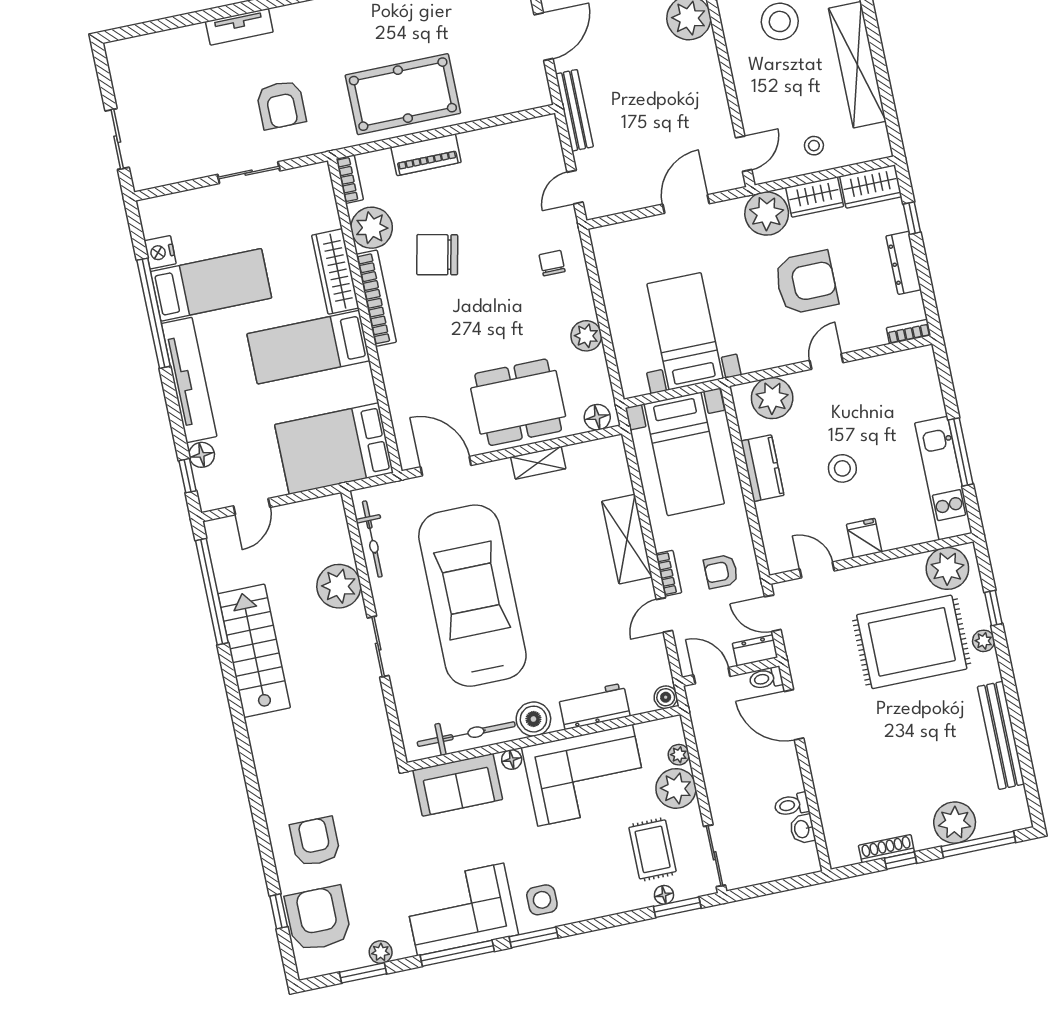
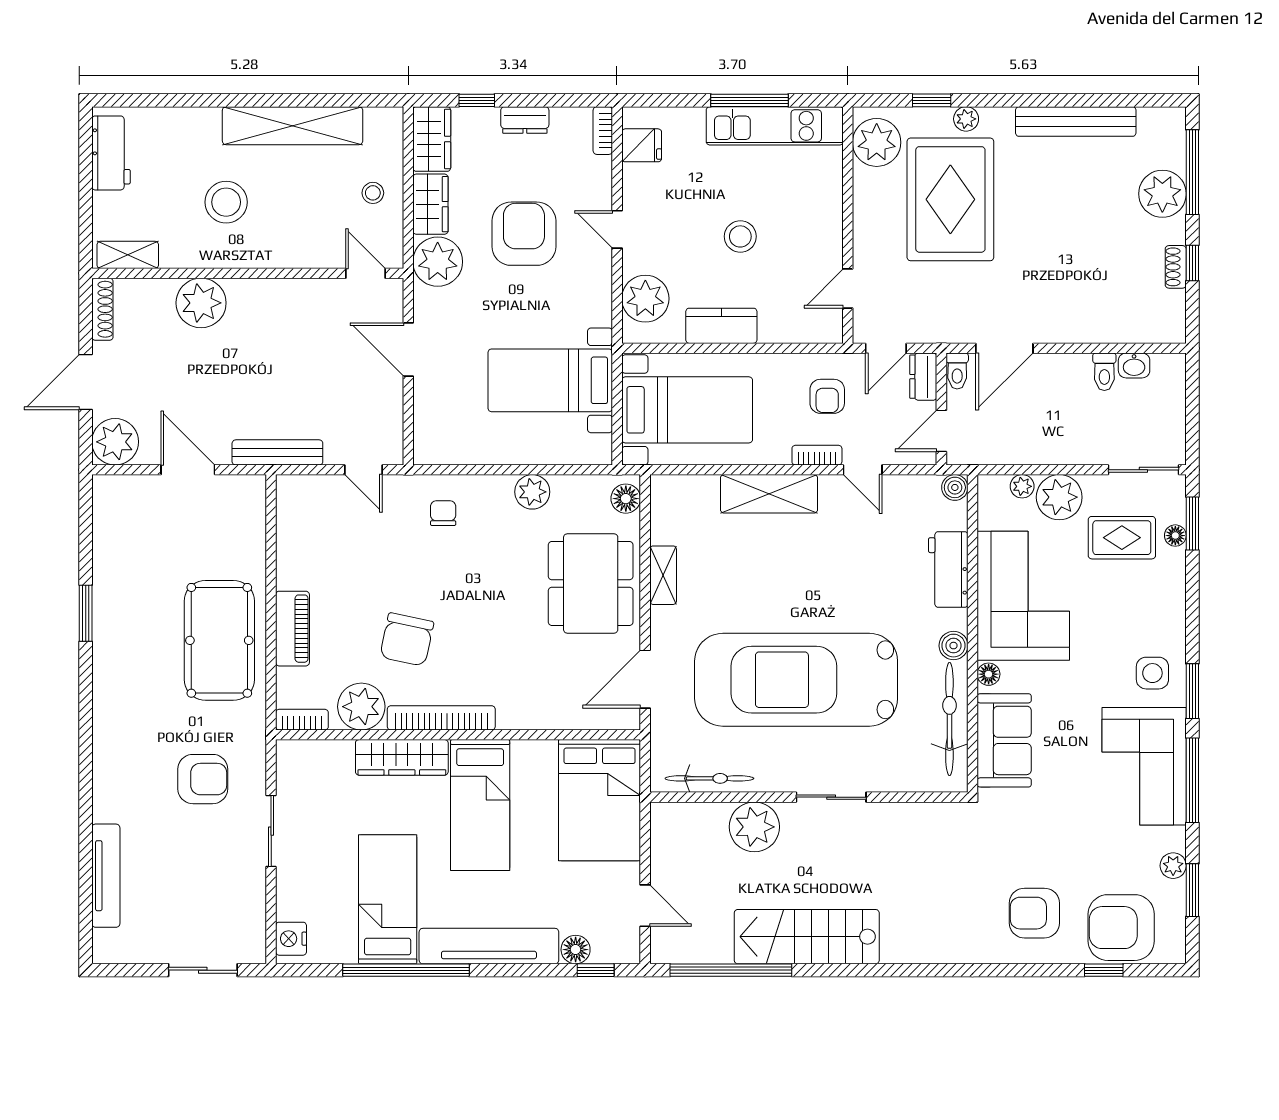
tv unit: (239, 27) -> (106, 876), moved, width x1.41
nightstand: (160, 252) -> (291, 939), moved, turned 90
chair: (552, 263) -> (443, 513), turned 90
dresser: (904, 263) -> (525, 120), width x0.70
fridge: (864, 538) -> (642, 145), moved, turned 180
boiler: (533, 719) -> (954, 646), width x0.73, depth x0.73
shoe rack: (886, 849) -> (1176, 267), width x0.70

